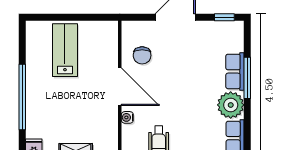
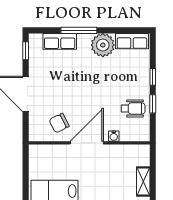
chair: (142, 55) -> (59, 123), turned 153
row of seats: (235, 71) -> (60, 41), moved

